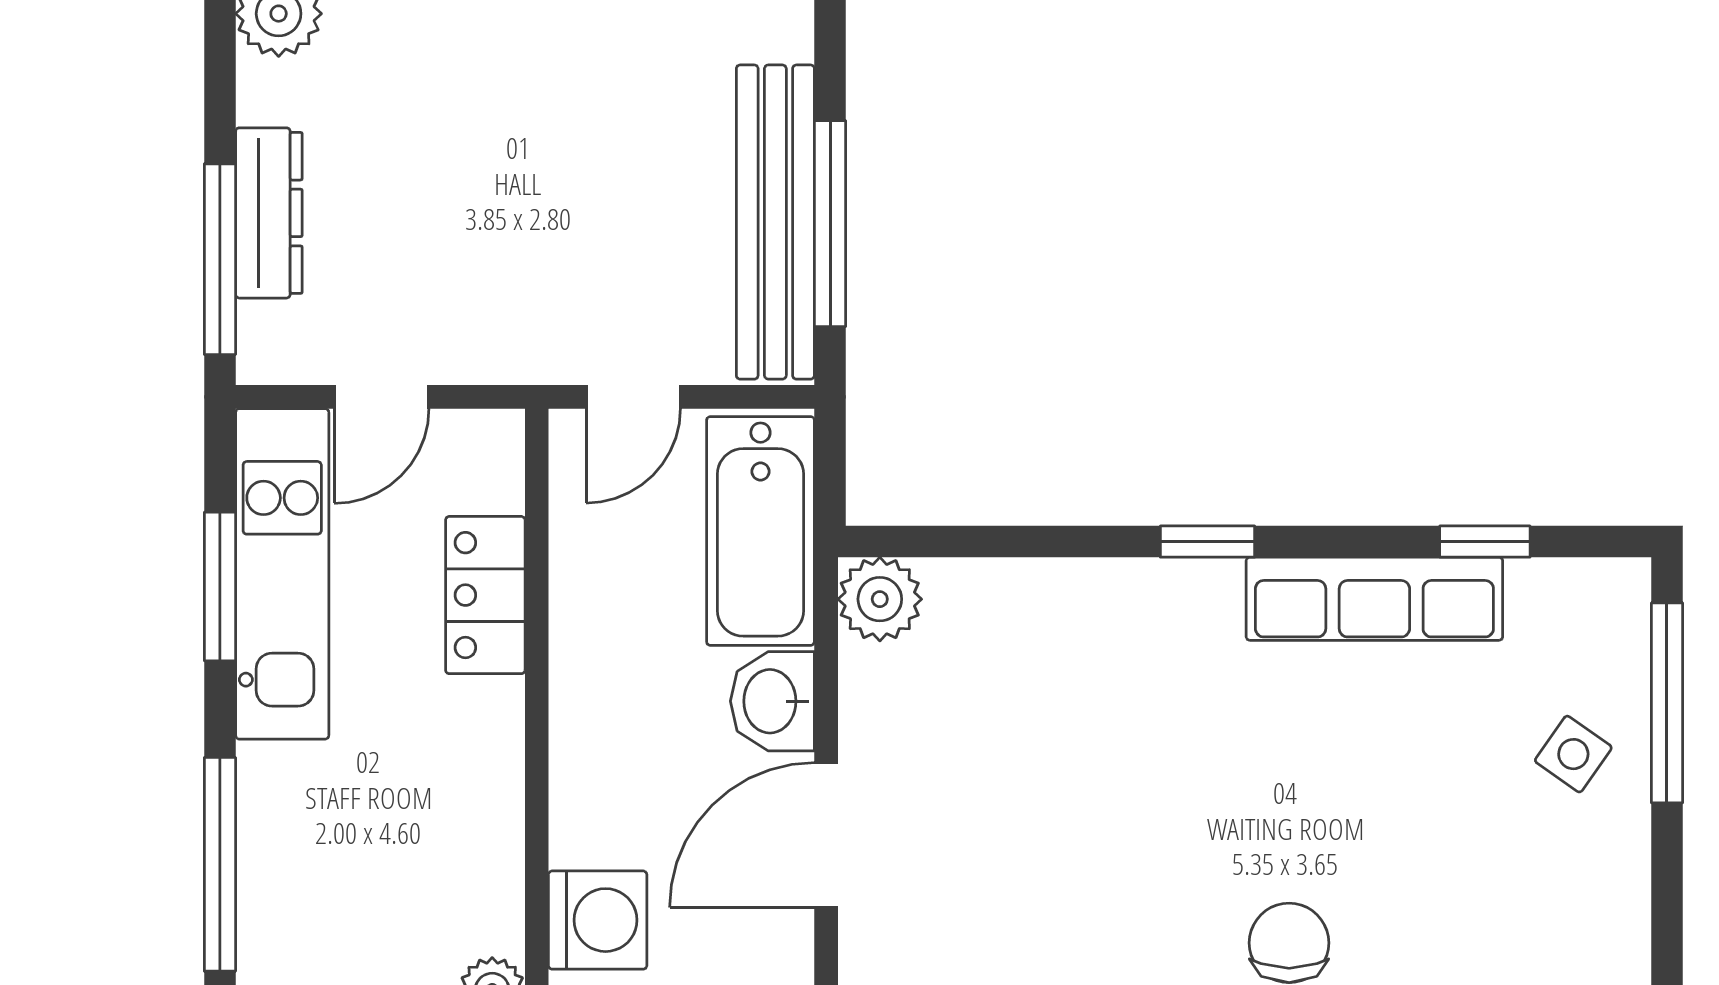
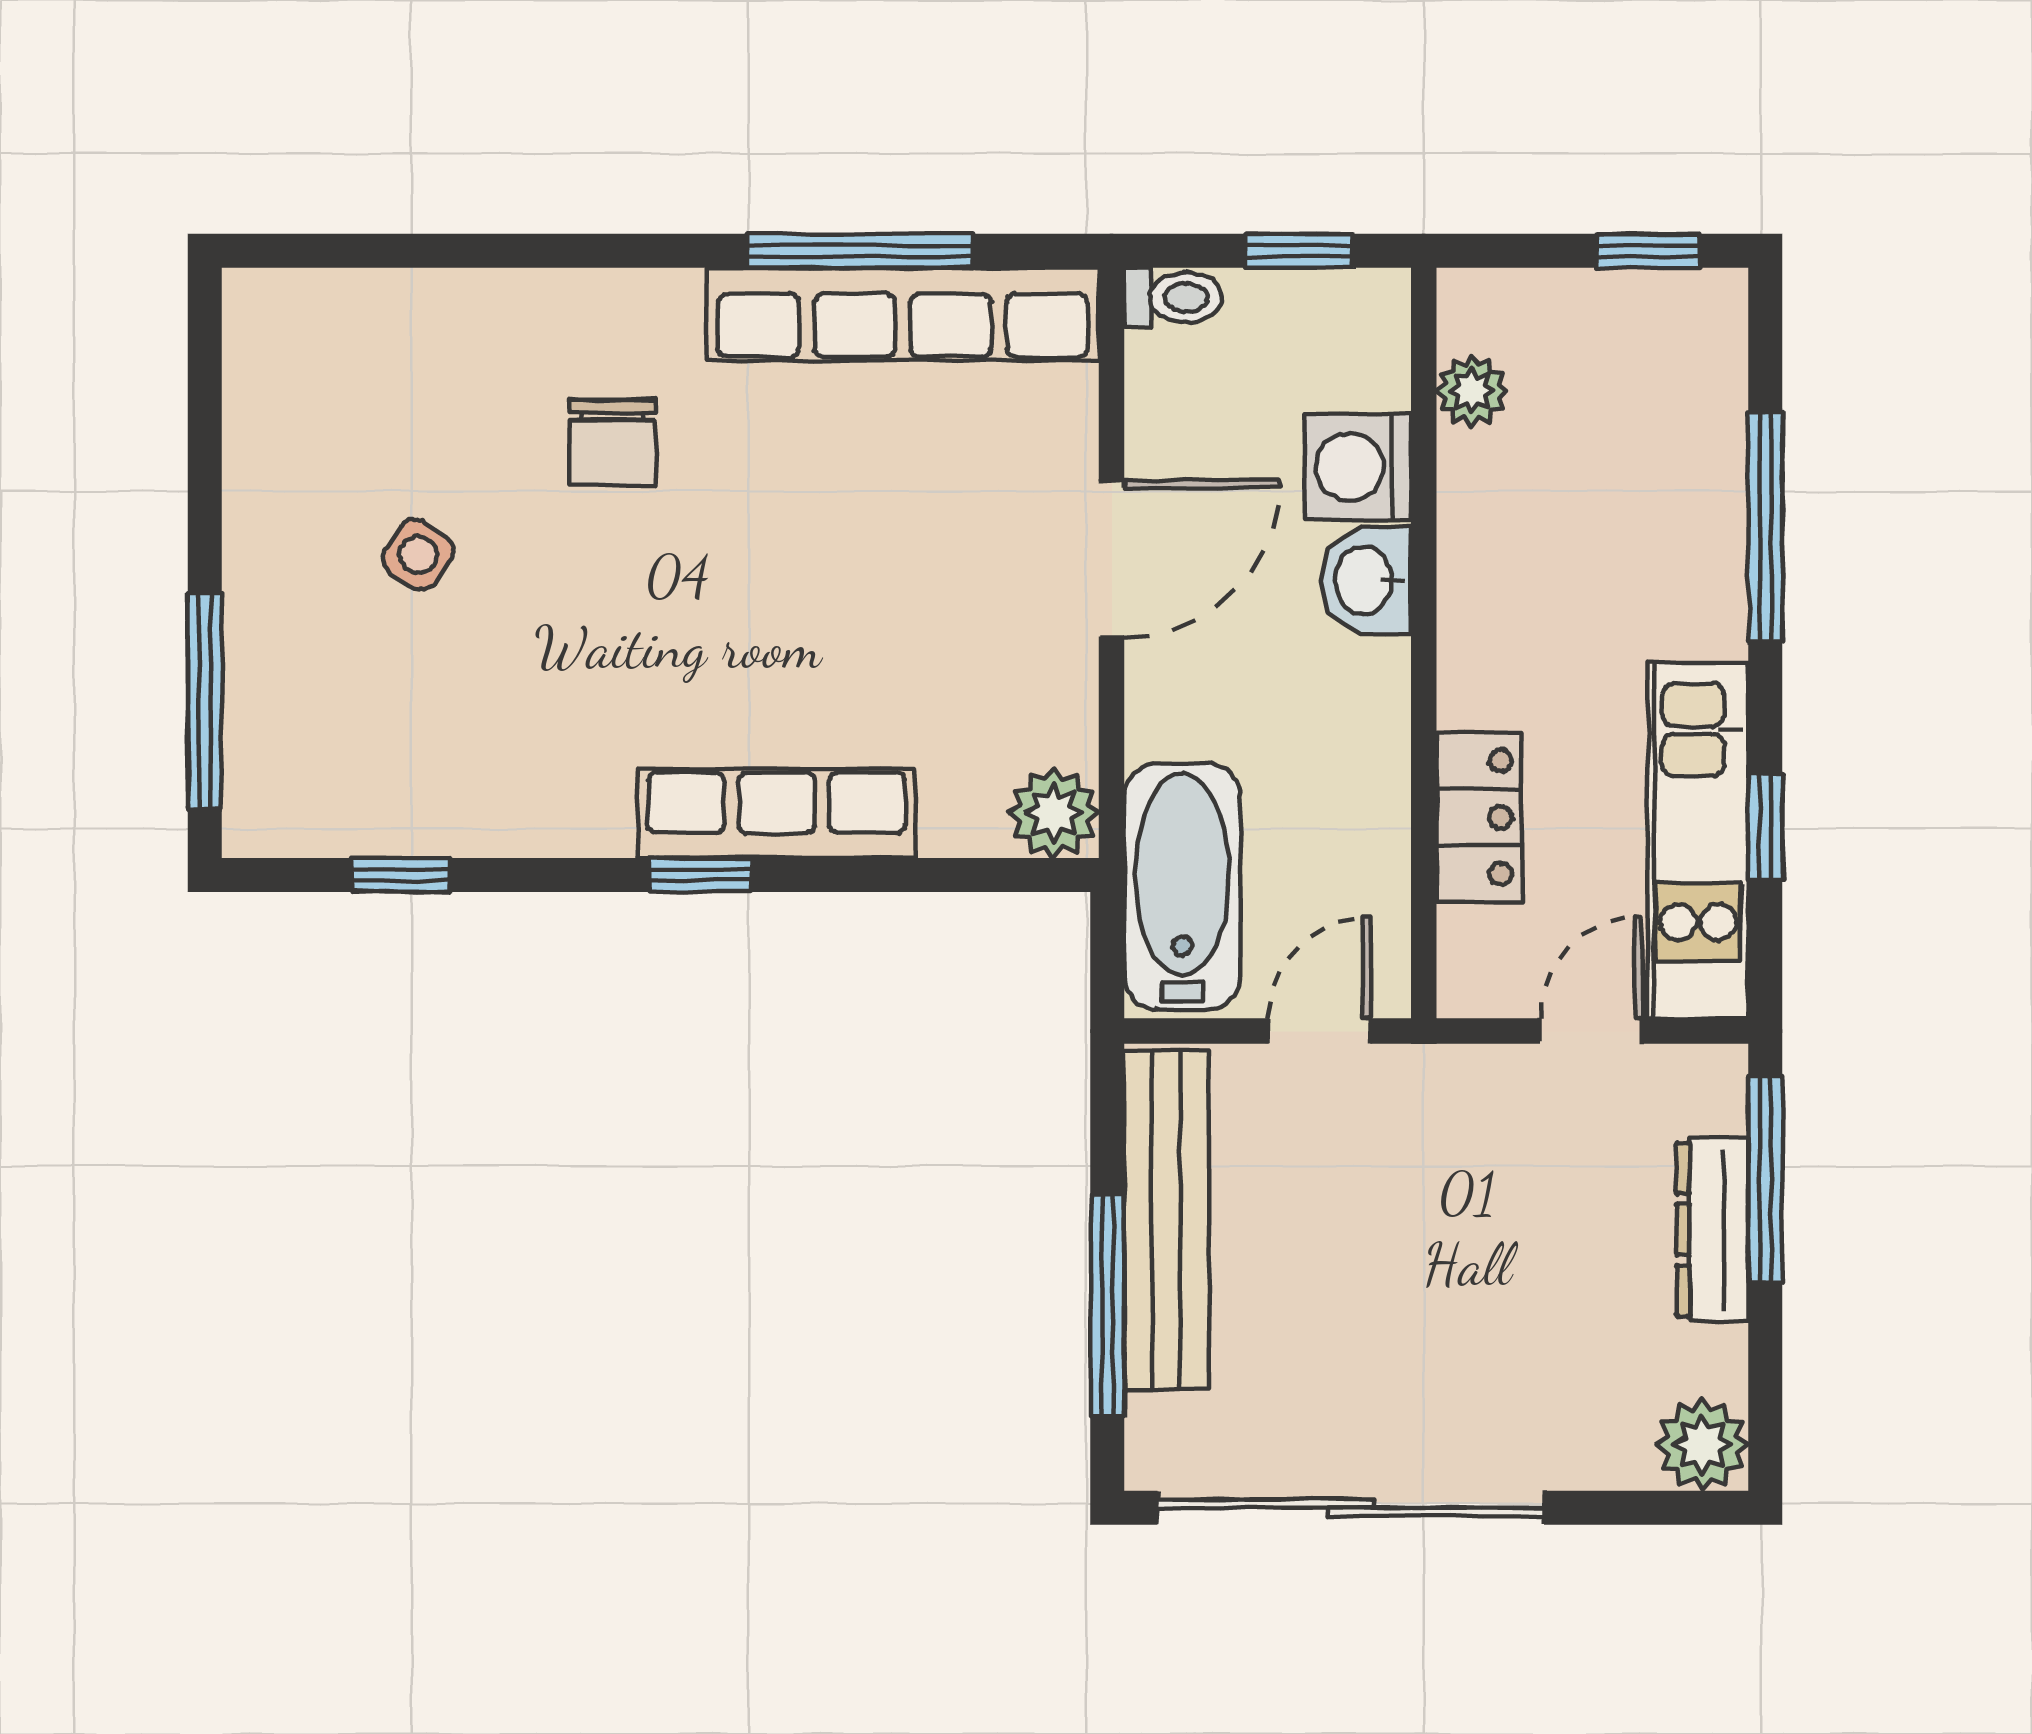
window: (830, 224) -> (1107, 1305), moved
window: (220, 586) -> (1765, 827), width x0.67
row of seats: (1374, 599) -> (776, 813), moved
washbasin: (772, 701) -> (1366, 580), moved, turned 180
side table: (1573, 754) -> (418, 555), moved

